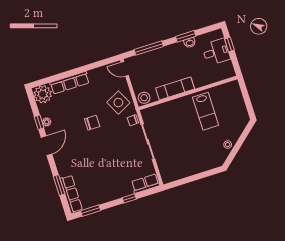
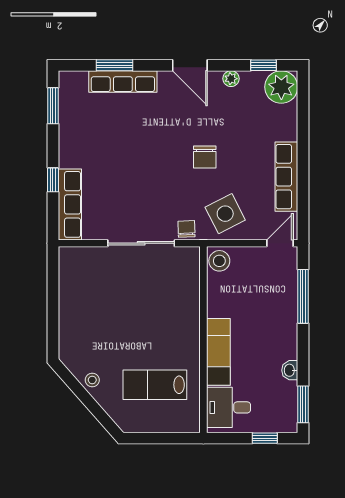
window: (186, 36) -> (303, 404), moved
desk: (216, 52) -> (229, 407), moved, turned 90
row of seats: (70, 83) -> (286, 177), moved
exam couch: (175, 88) -> (218, 352), moved
lab bench: (206, 111) -> (155, 385), moved
window: (39, 122) -> (264, 65), moved
row of seats: (145, 184) -> (70, 204), width x1.48
row of seats: (71, 194) -> (123, 82), moved

